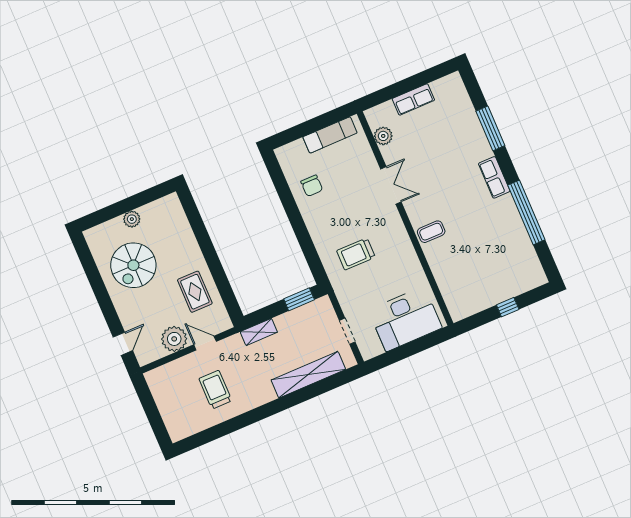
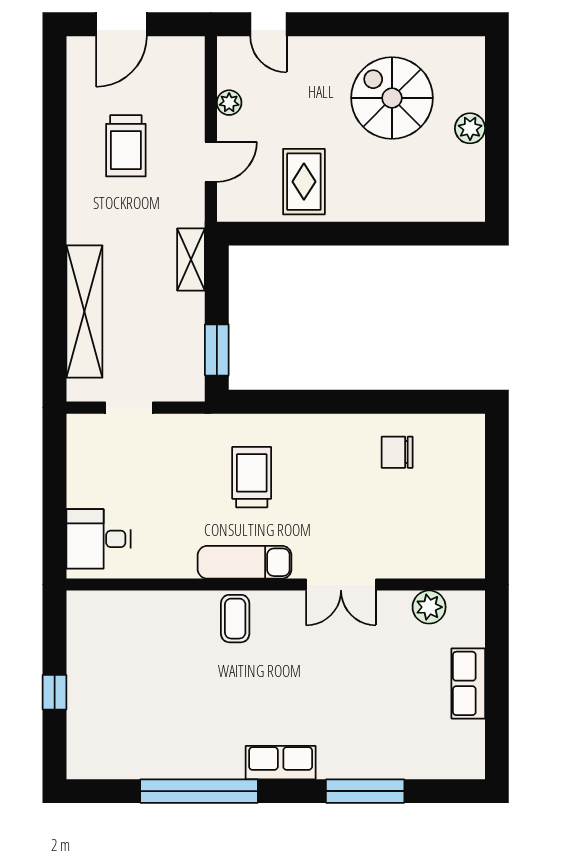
exam couch: (330, 135) -> (245, 562), moved, turned 90
rug: (195, 292) -> (304, 182), turned 90
desk: (405, 319) -> (98, 539), width x0.53, depth x0.77
plant: (174, 339) -> (229, 103), width x0.53, depth x0.53
trolley: (215, 390) -> (126, 146), turned 90
door: (155, 418) -> (121, 24), added

